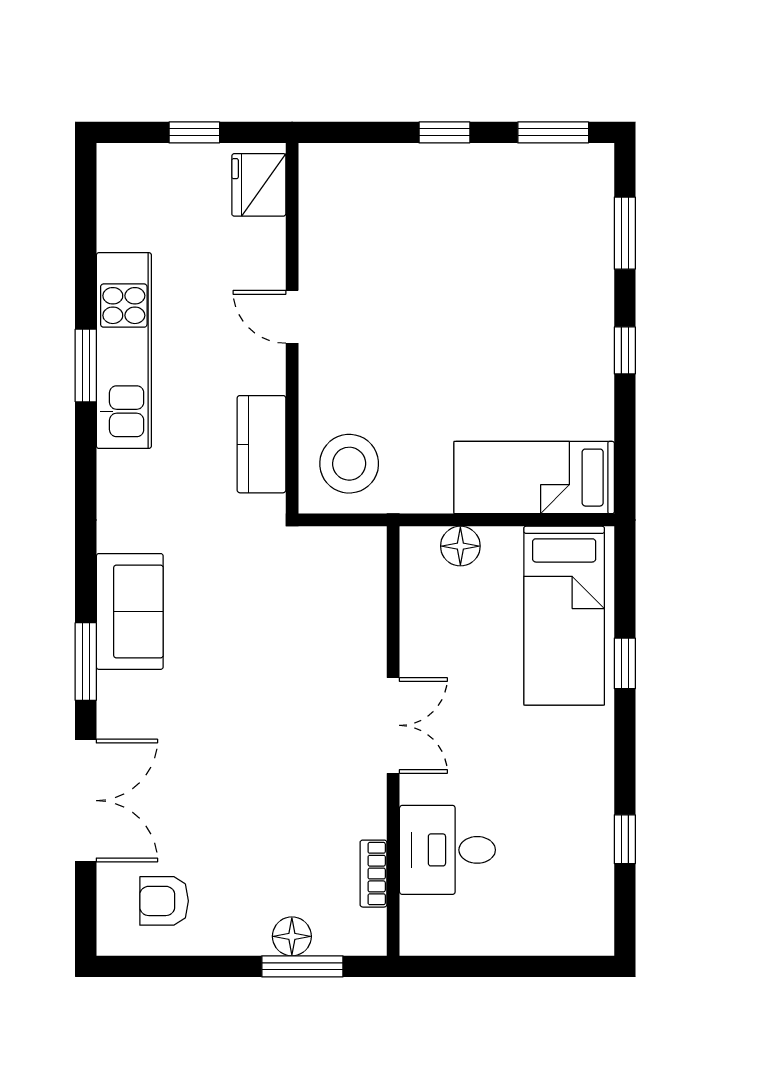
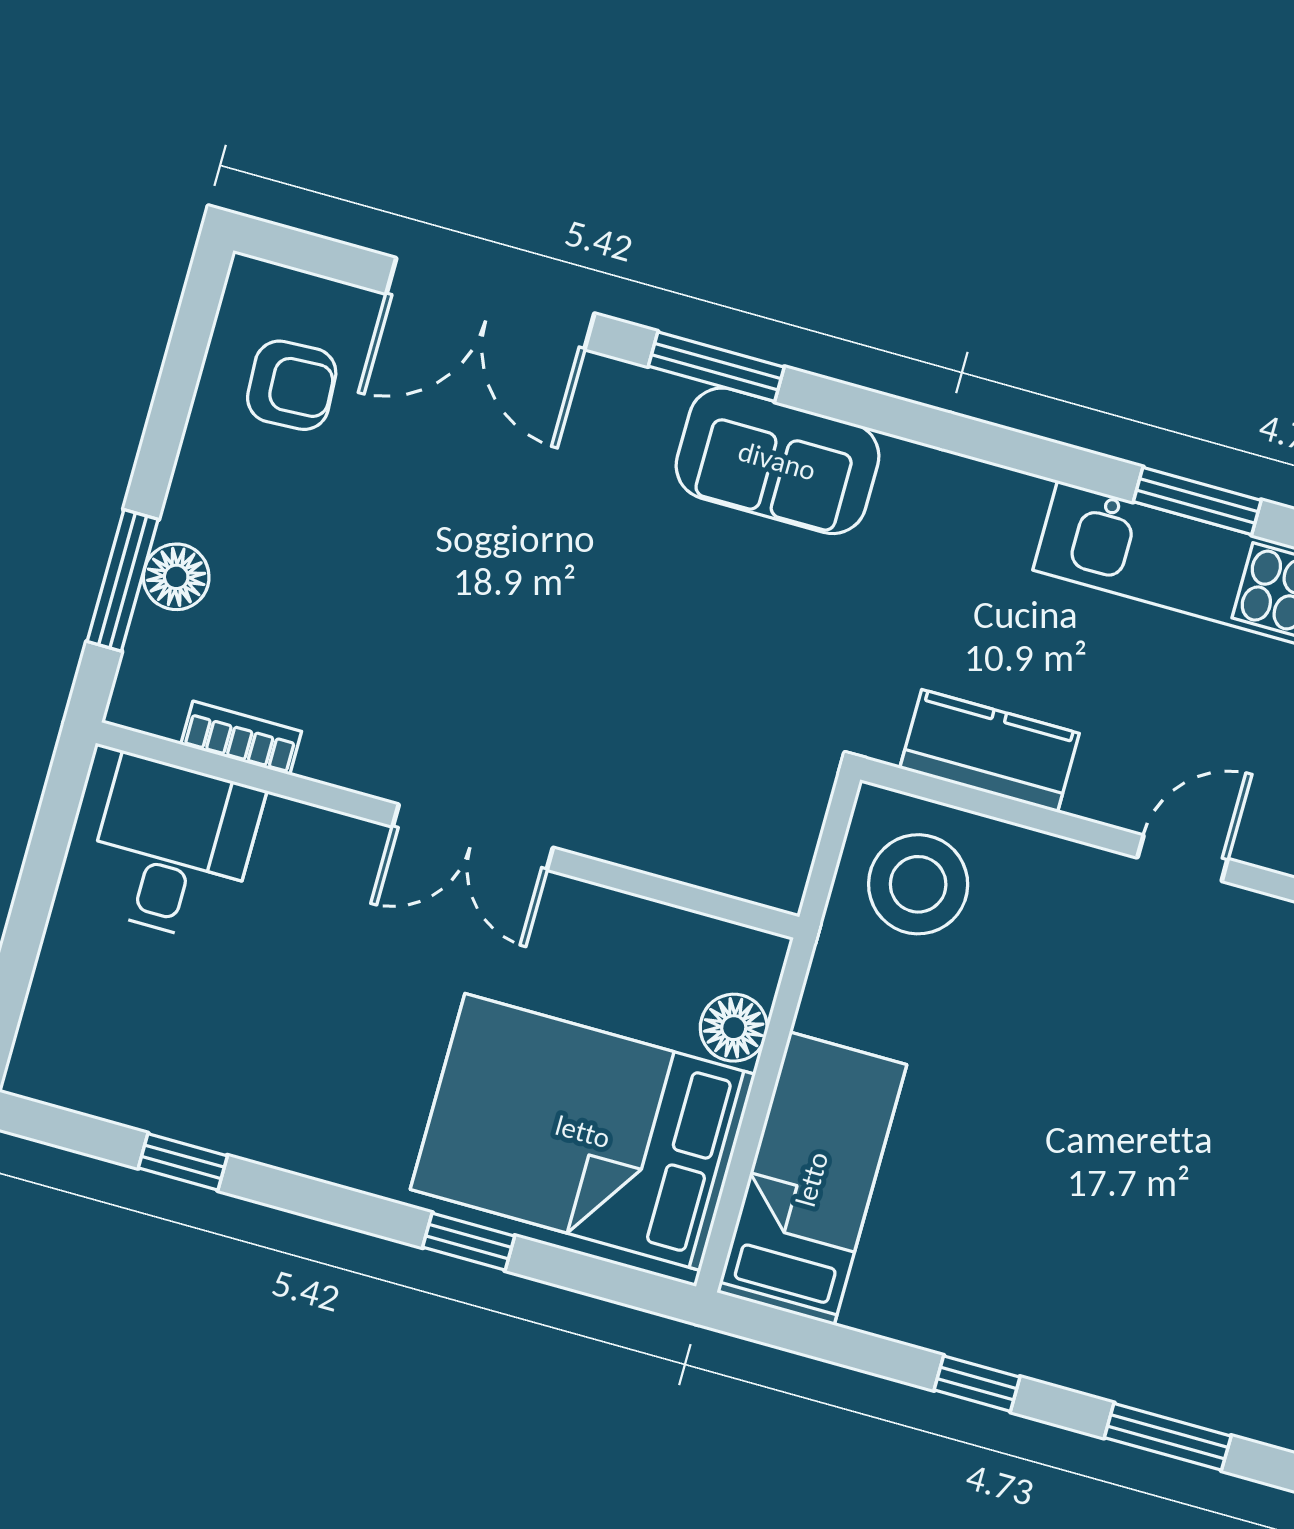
bed: (564, 616) -> (583, 1132), width x1.50
desk: (447, 850) -> (173, 848), moved
armchair: (164, 901) -> (292, 385), turned 87

